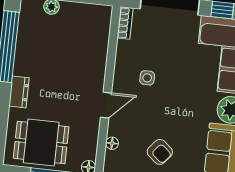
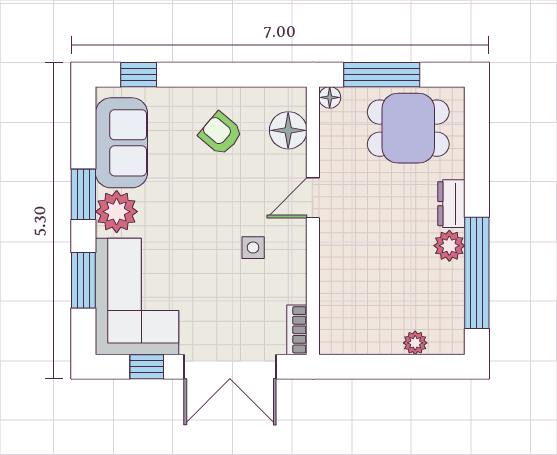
plant: (23, 66) -> (449, 246), added
floor lamp: (112, 143) -> (288, 130), width x1.89, depth x1.89

